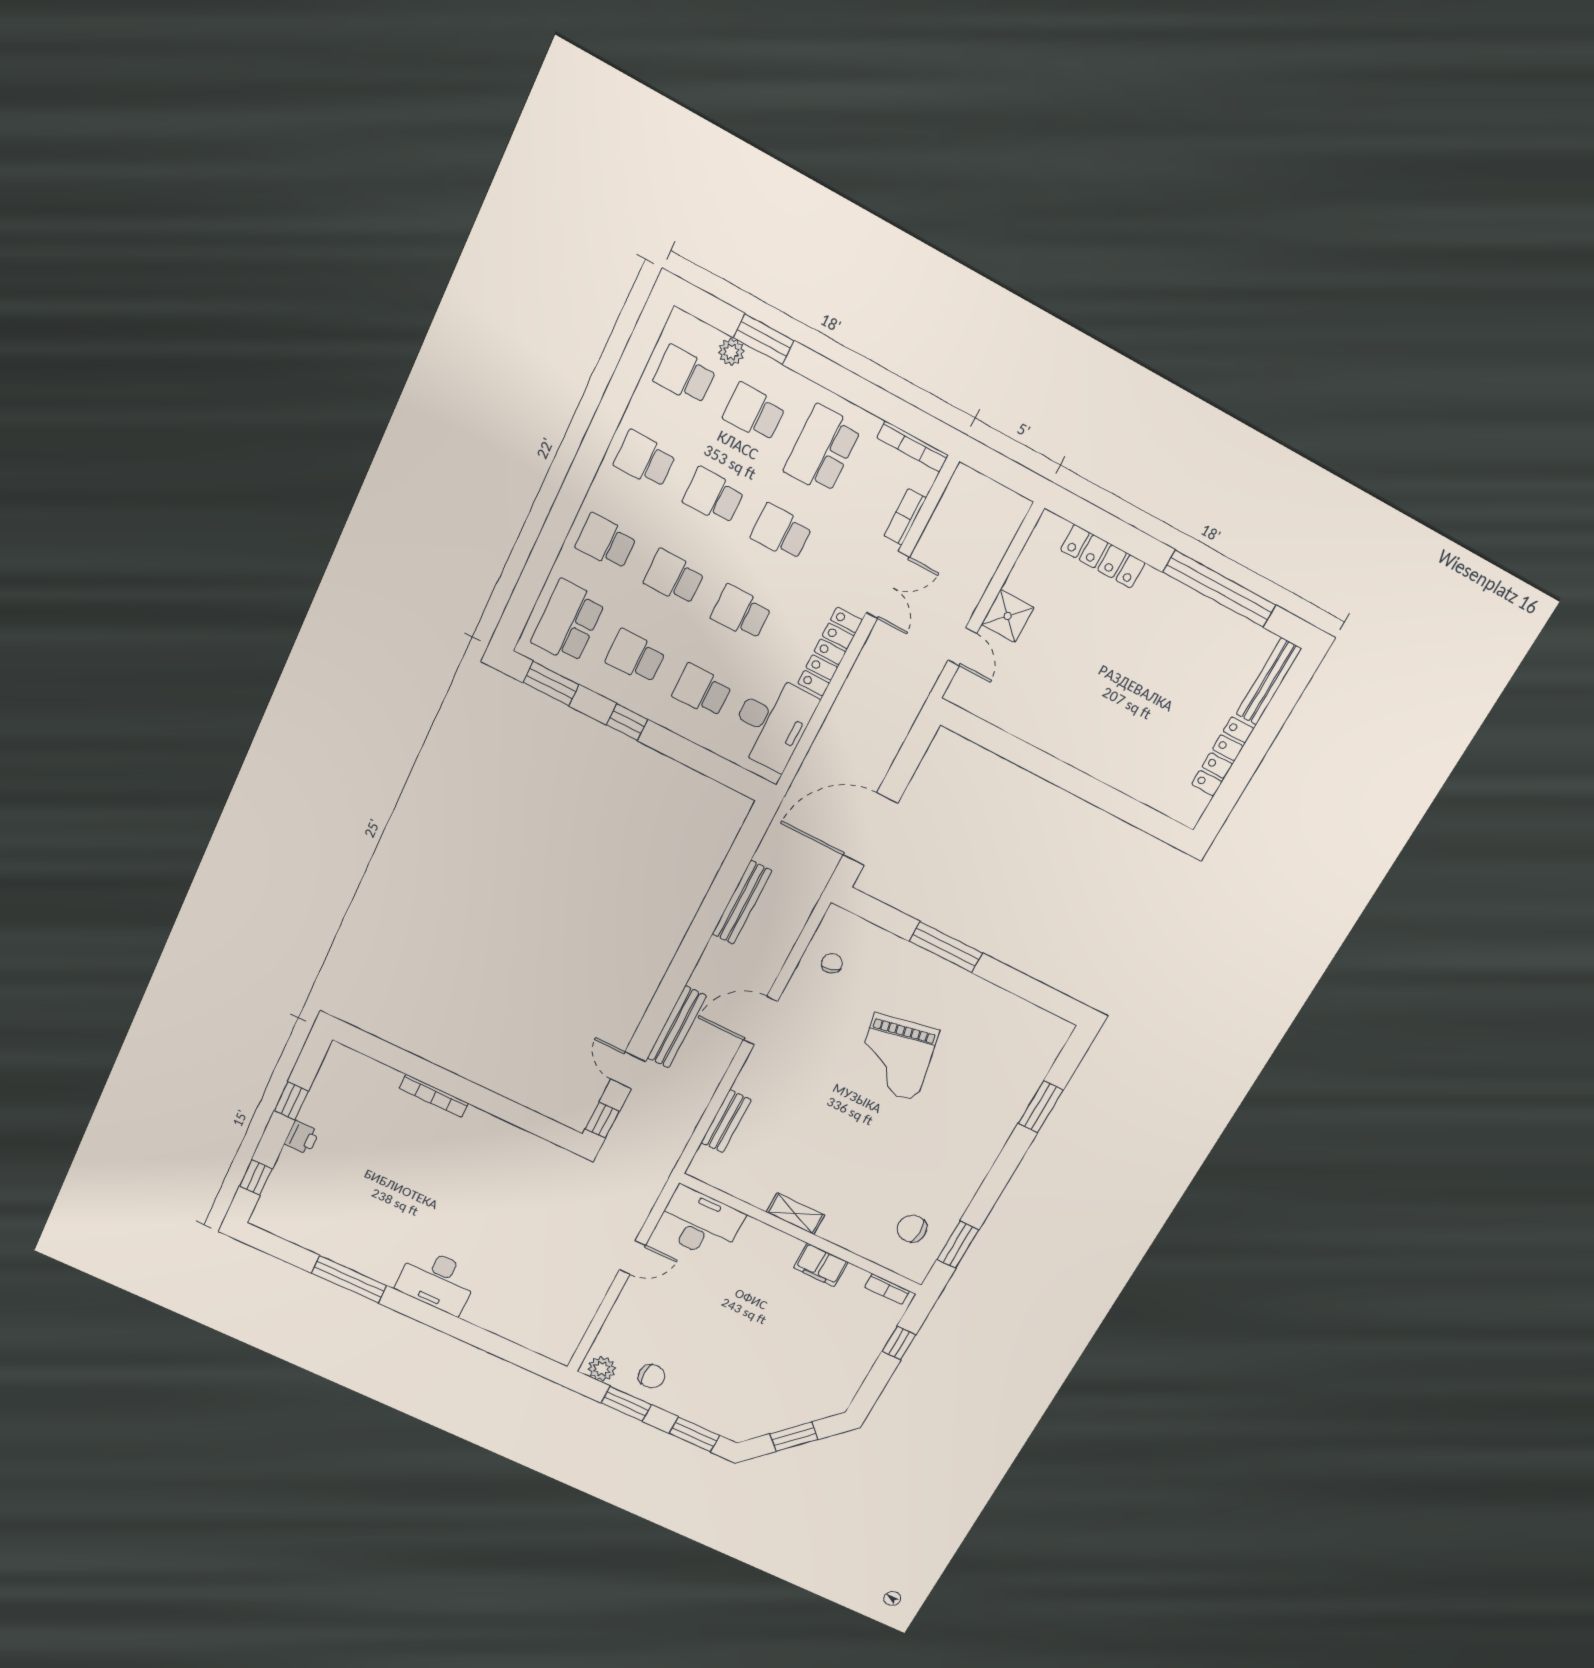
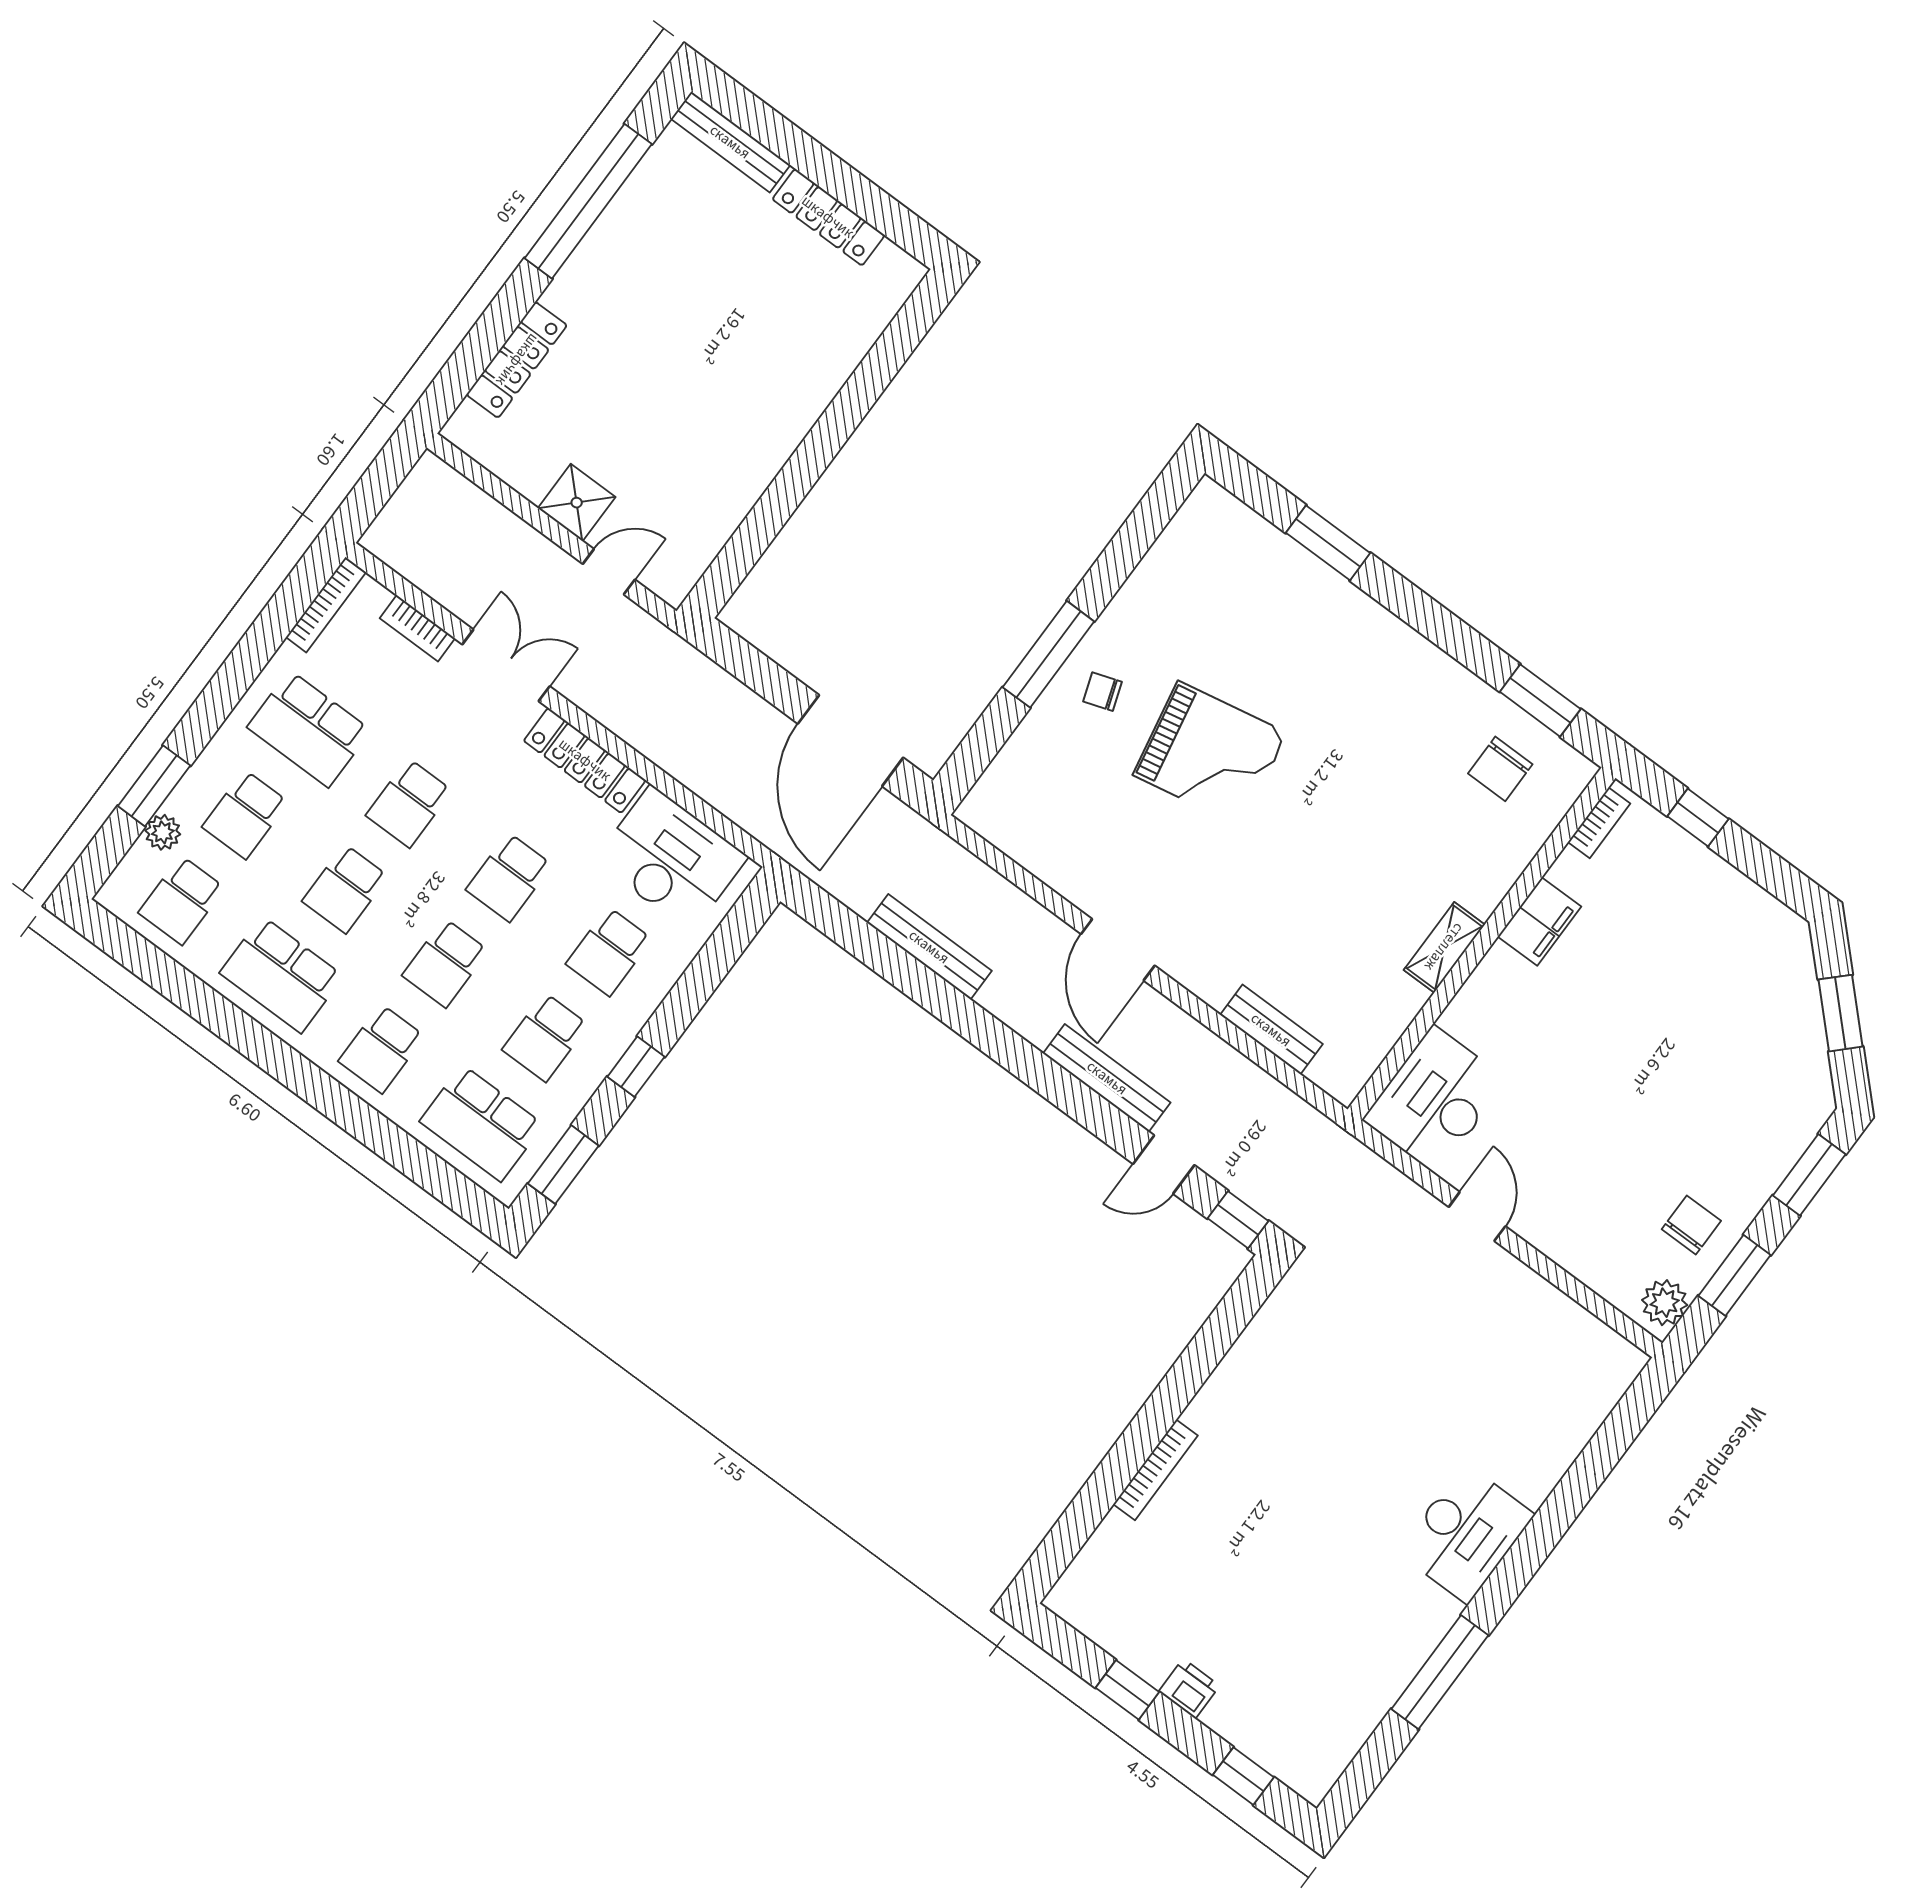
school desk: (645, 459) -> (282, 975), width x1.85
chair: (832, 963) -> (1102, 692), moved

